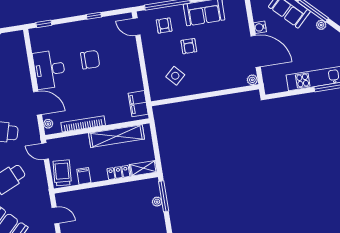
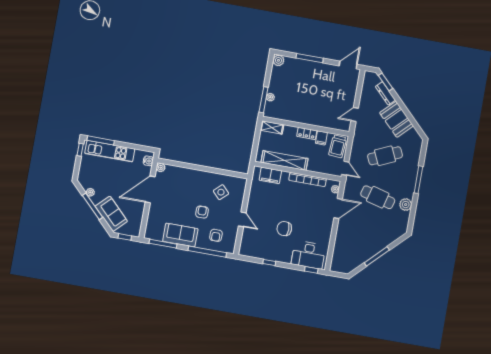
door: (137, 27) -> (242, 219), moved
water cooler: (260, 27) -> (148, 161), moved
door: (256, 51) -> (150, 189), hinge flipped
desk: (49, 69) -> (308, 255), moved, turned 90
door: (37, 103) -> (338, 208), swing flipped
filing cabinet: (138, 104) -> (270, 175), moved, turned 90
locker: (118, 172) -> (307, 134), moved
door: (55, 215) -> (355, 115), hinge flipped

